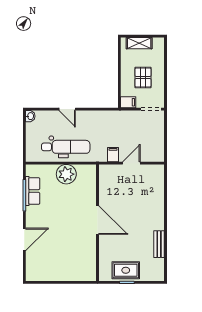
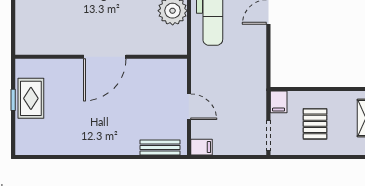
pallet: (143, 77) -> (315, 124), turned 90
filing cabinet: (113, 155) -> (202, 147), moved
bench: (159, 244) -> (160, 147), moved

